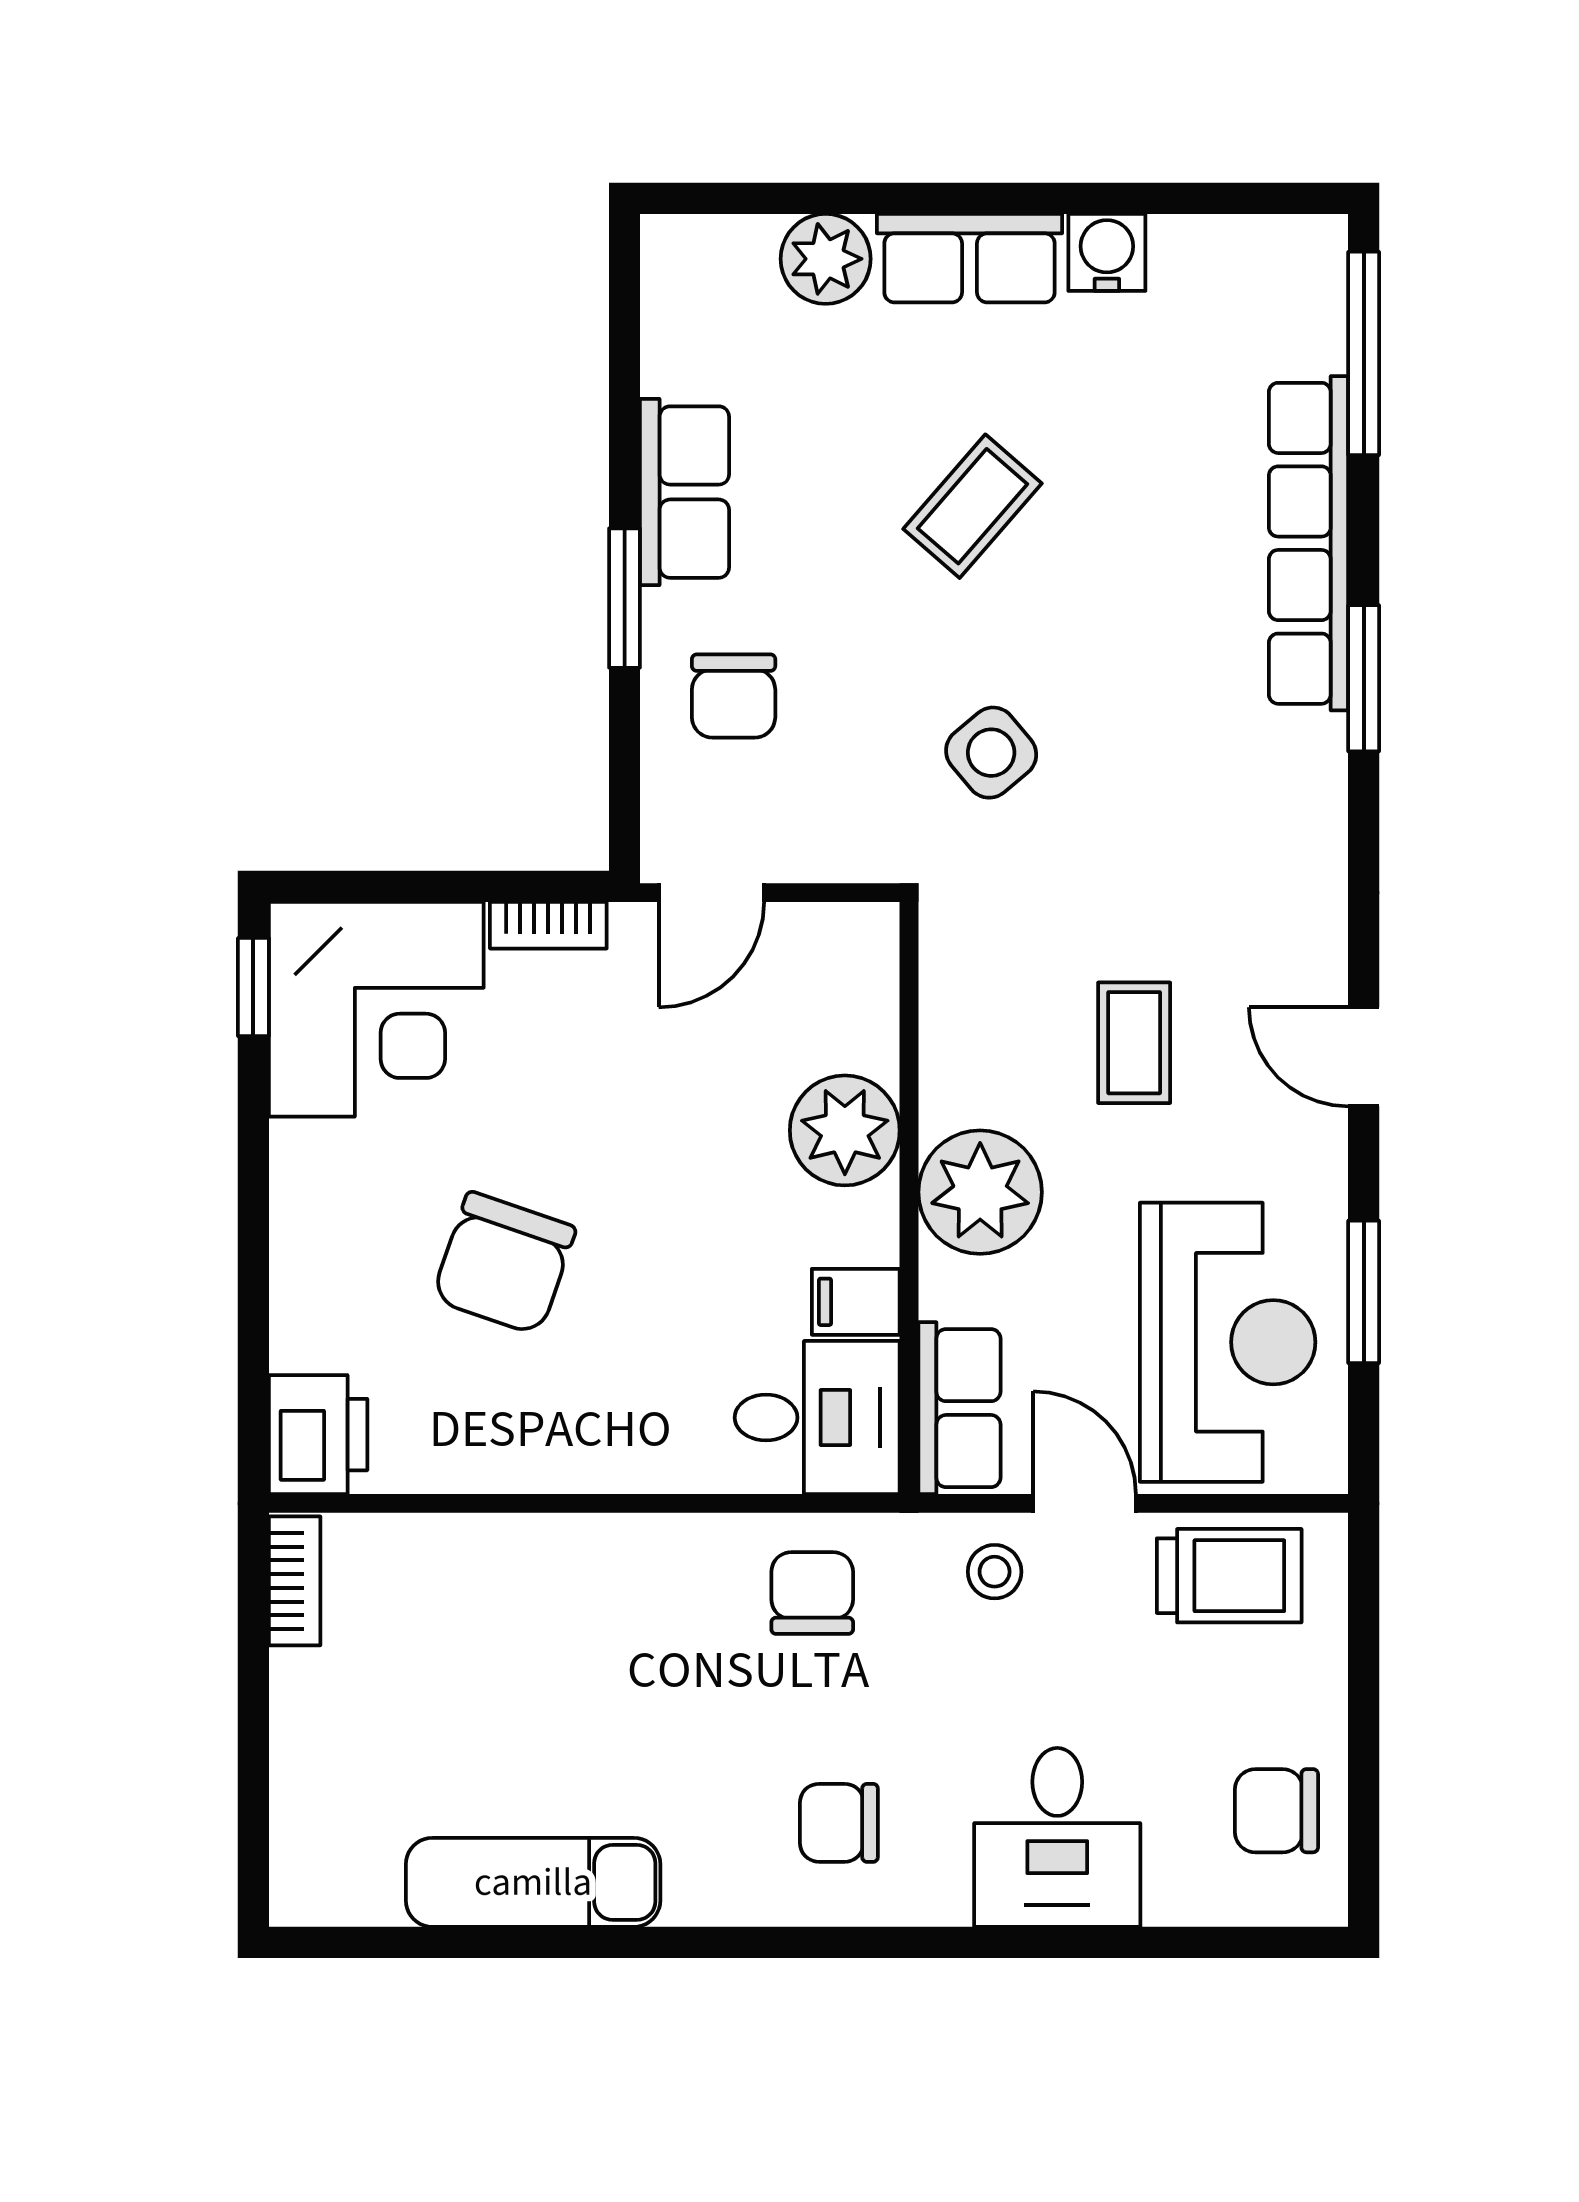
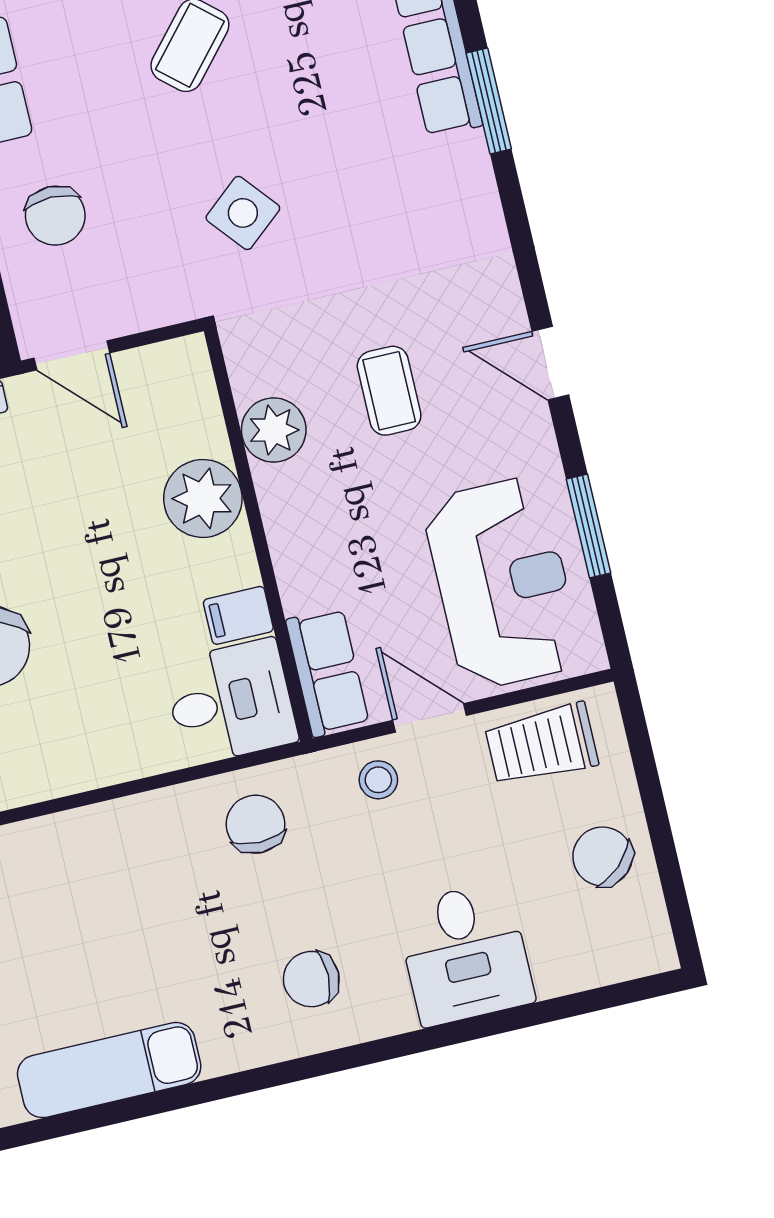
door: (711, 893) -> (72, 355), hinge flipped
plant: (980, 1192) -> (274, 430), moved, width x0.73, depth x0.73
trolley: (1229, 1576) -> (542, 744), turned 180
chair: (1276, 1811) -> (603, 856), moved, turned 47

